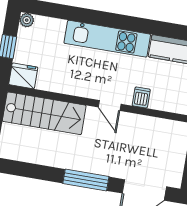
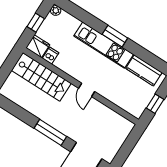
window: (117, 21) -> (115, 36), added
dishwasher: (141, 97) -> (51, 56), moved

